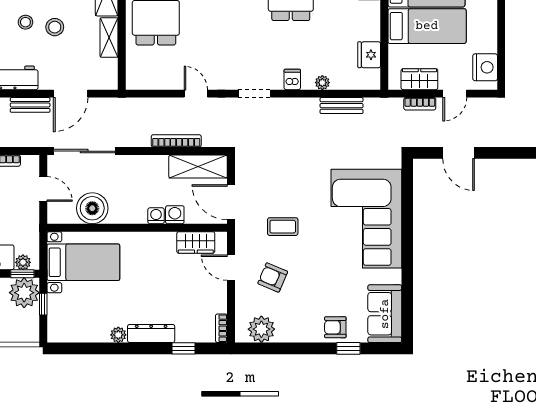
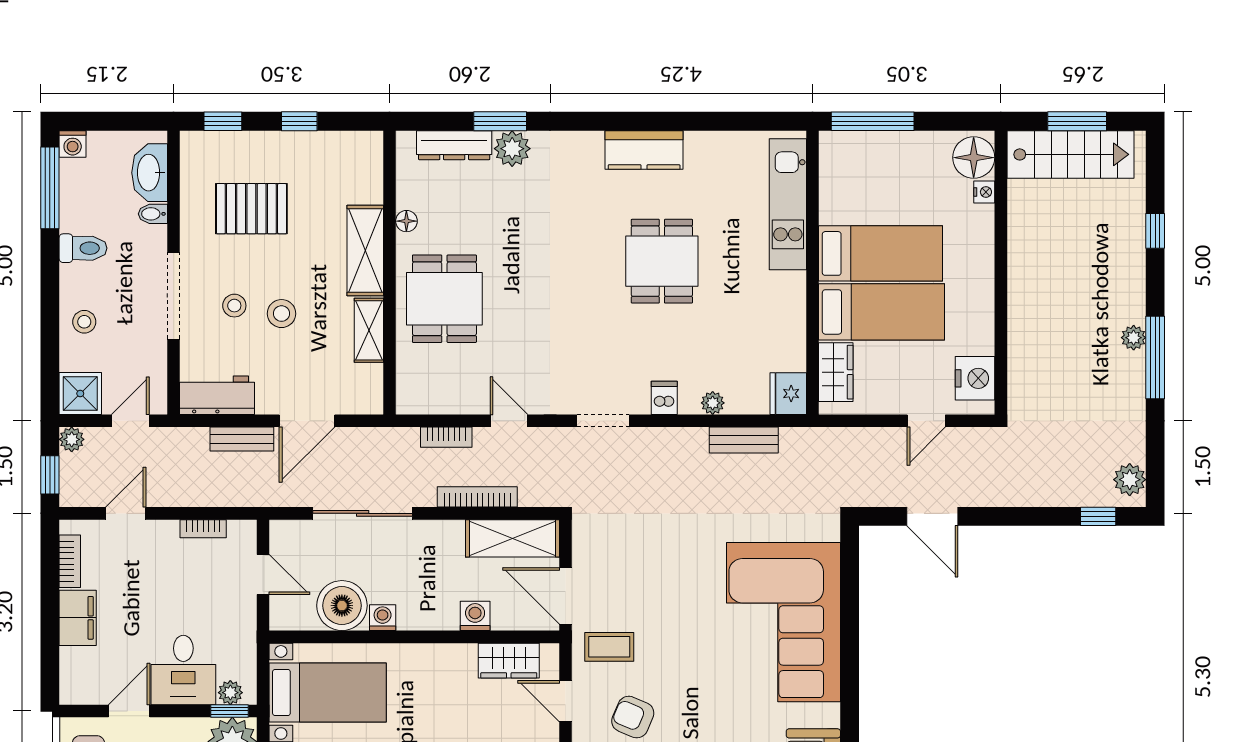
fridge: (369, 55) -> (788, 394), moved
wardrobe: (419, 79) -> (836, 372), moved, turned 90
bookcase: (420, 104) -> (446, 437), moved
sliding door: (84, 151) -> (363, 513), moved
washing machine: (156, 216) -> (383, 618), moved
coffee table: (283, 227) -> (609, 647), moved

